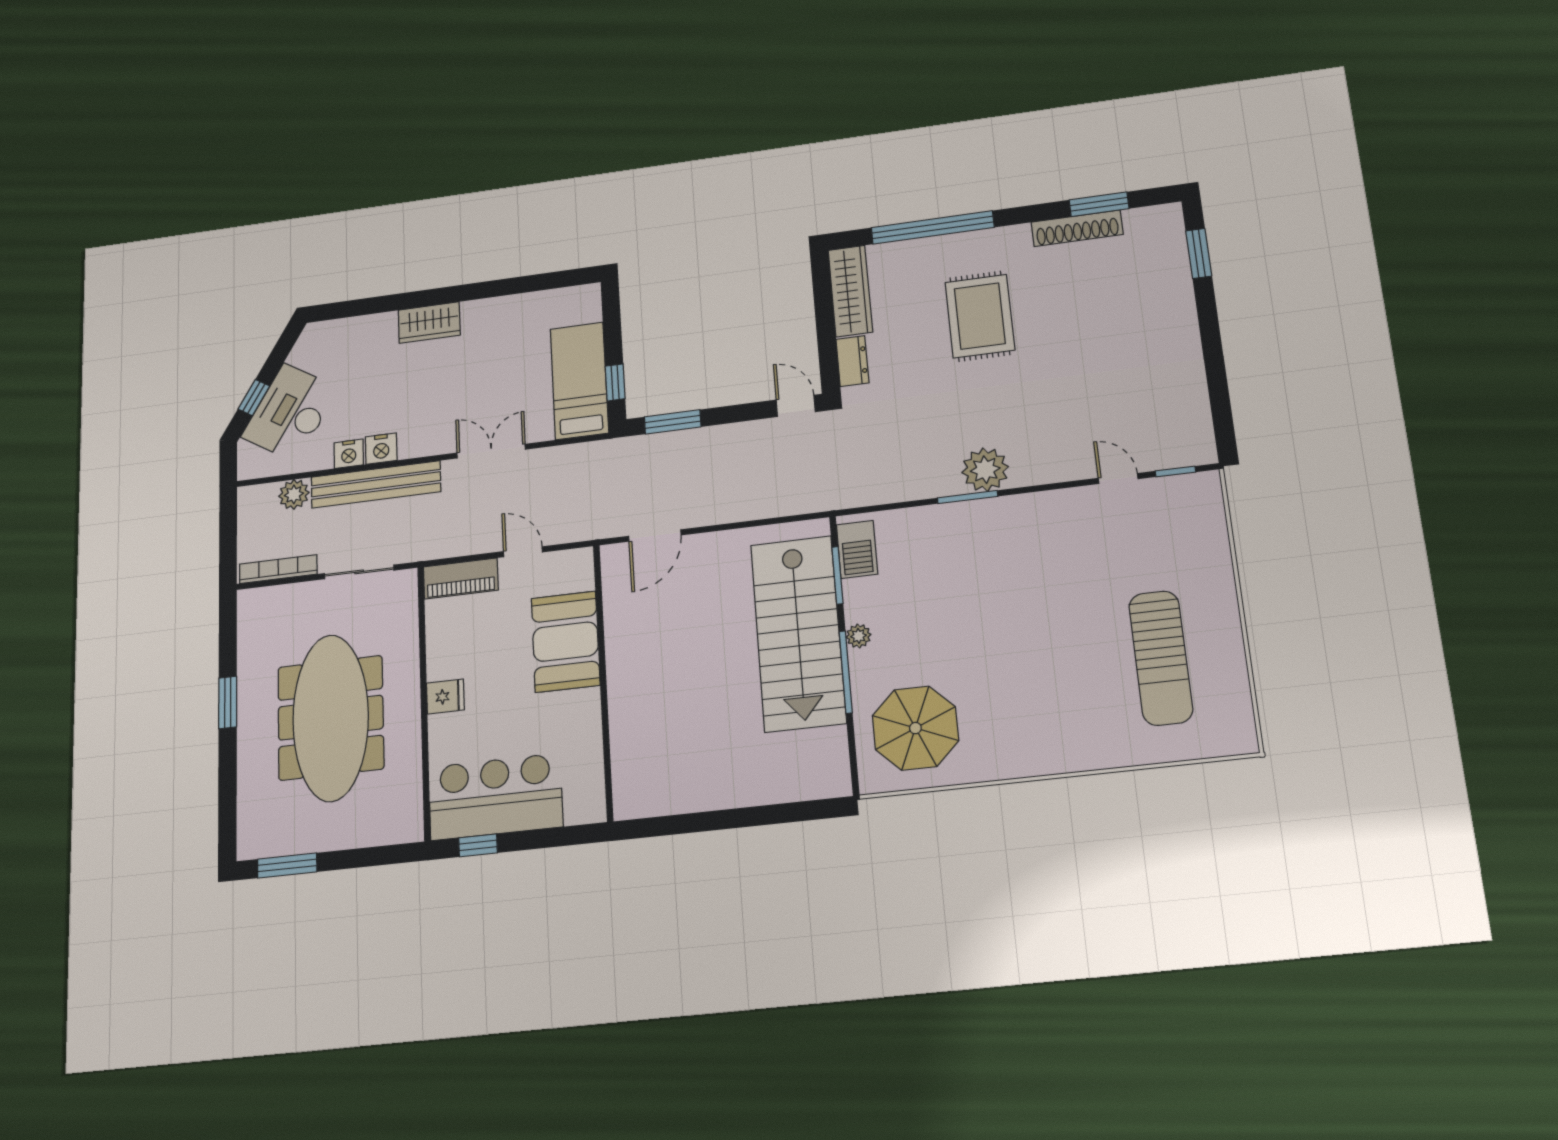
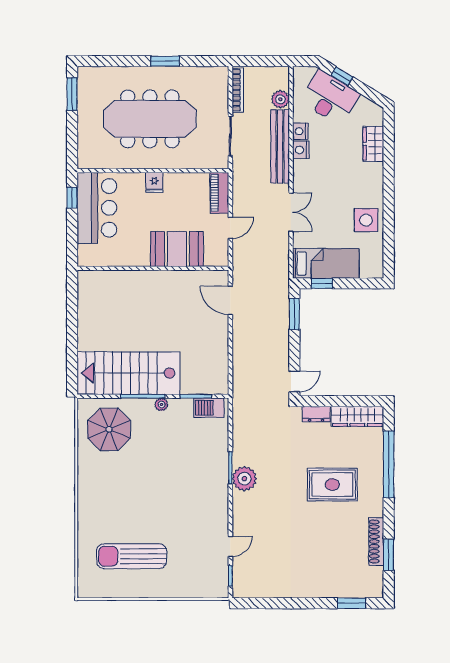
wardrobe: (429, 322) -> (373, 144), moved
side table: (500, 324) -> (366, 220), added
stairs: (798, 633) -> (128, 373), moved

